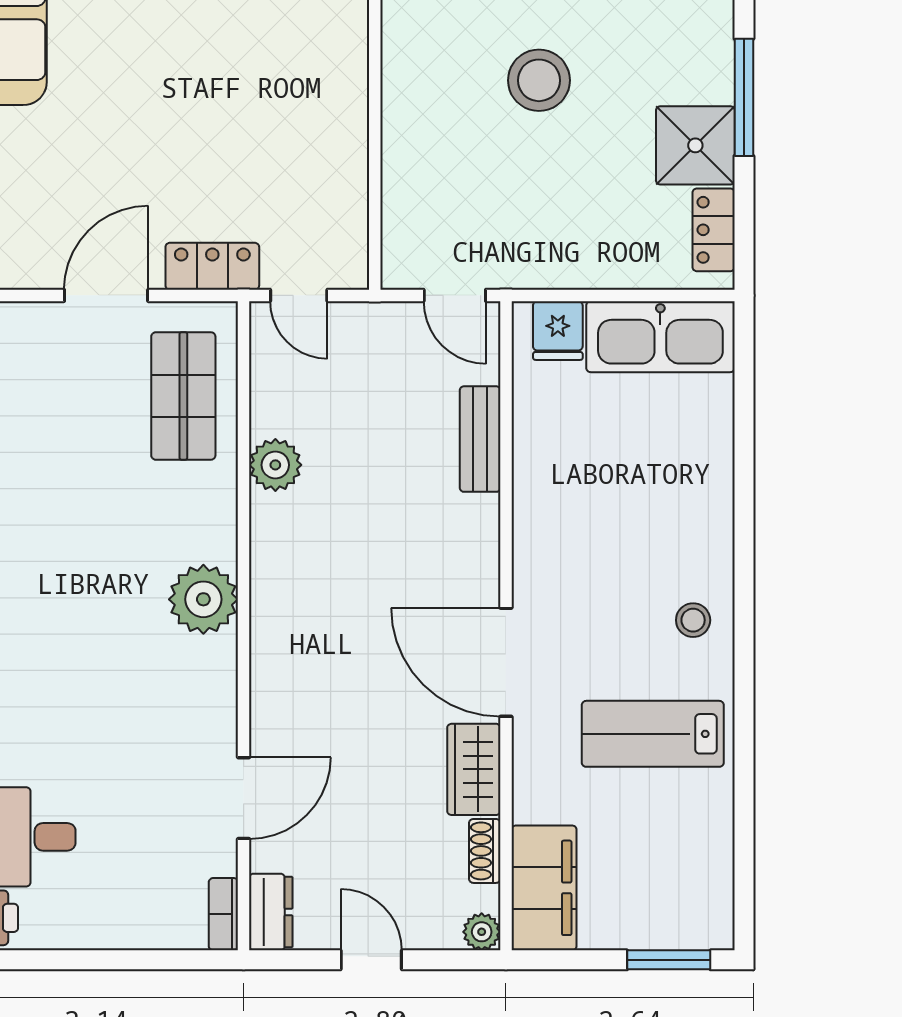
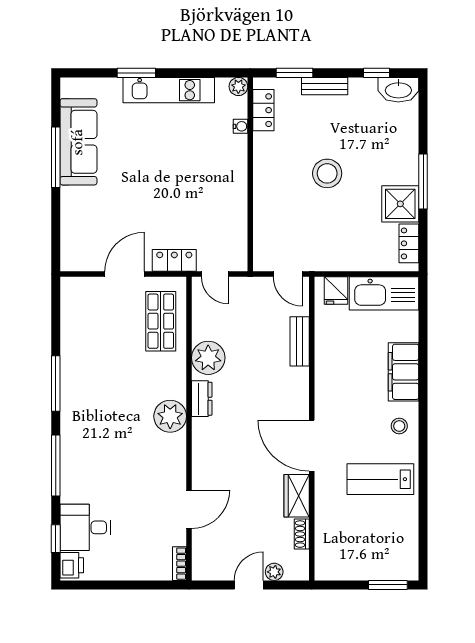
plant: (275, 465) -> (208, 358), width x1.36, depth x1.36
filing cabinet: (544, 888) -> (403, 372), moved, turned 180
dresser: (271, 912) -> (202, 399), moved
plant: (482, 932) -> (274, 572), moved
door: (371, 960) -> (249, 585), hinge flipped

